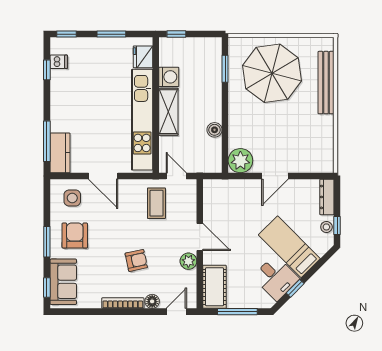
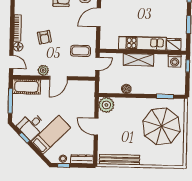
washing machine: (169, 77) -> (175, 61), moved
bench: (326, 83) -> (120, 160), moved
kitchen unit: (142, 120) -> (142, 43), width x0.73

